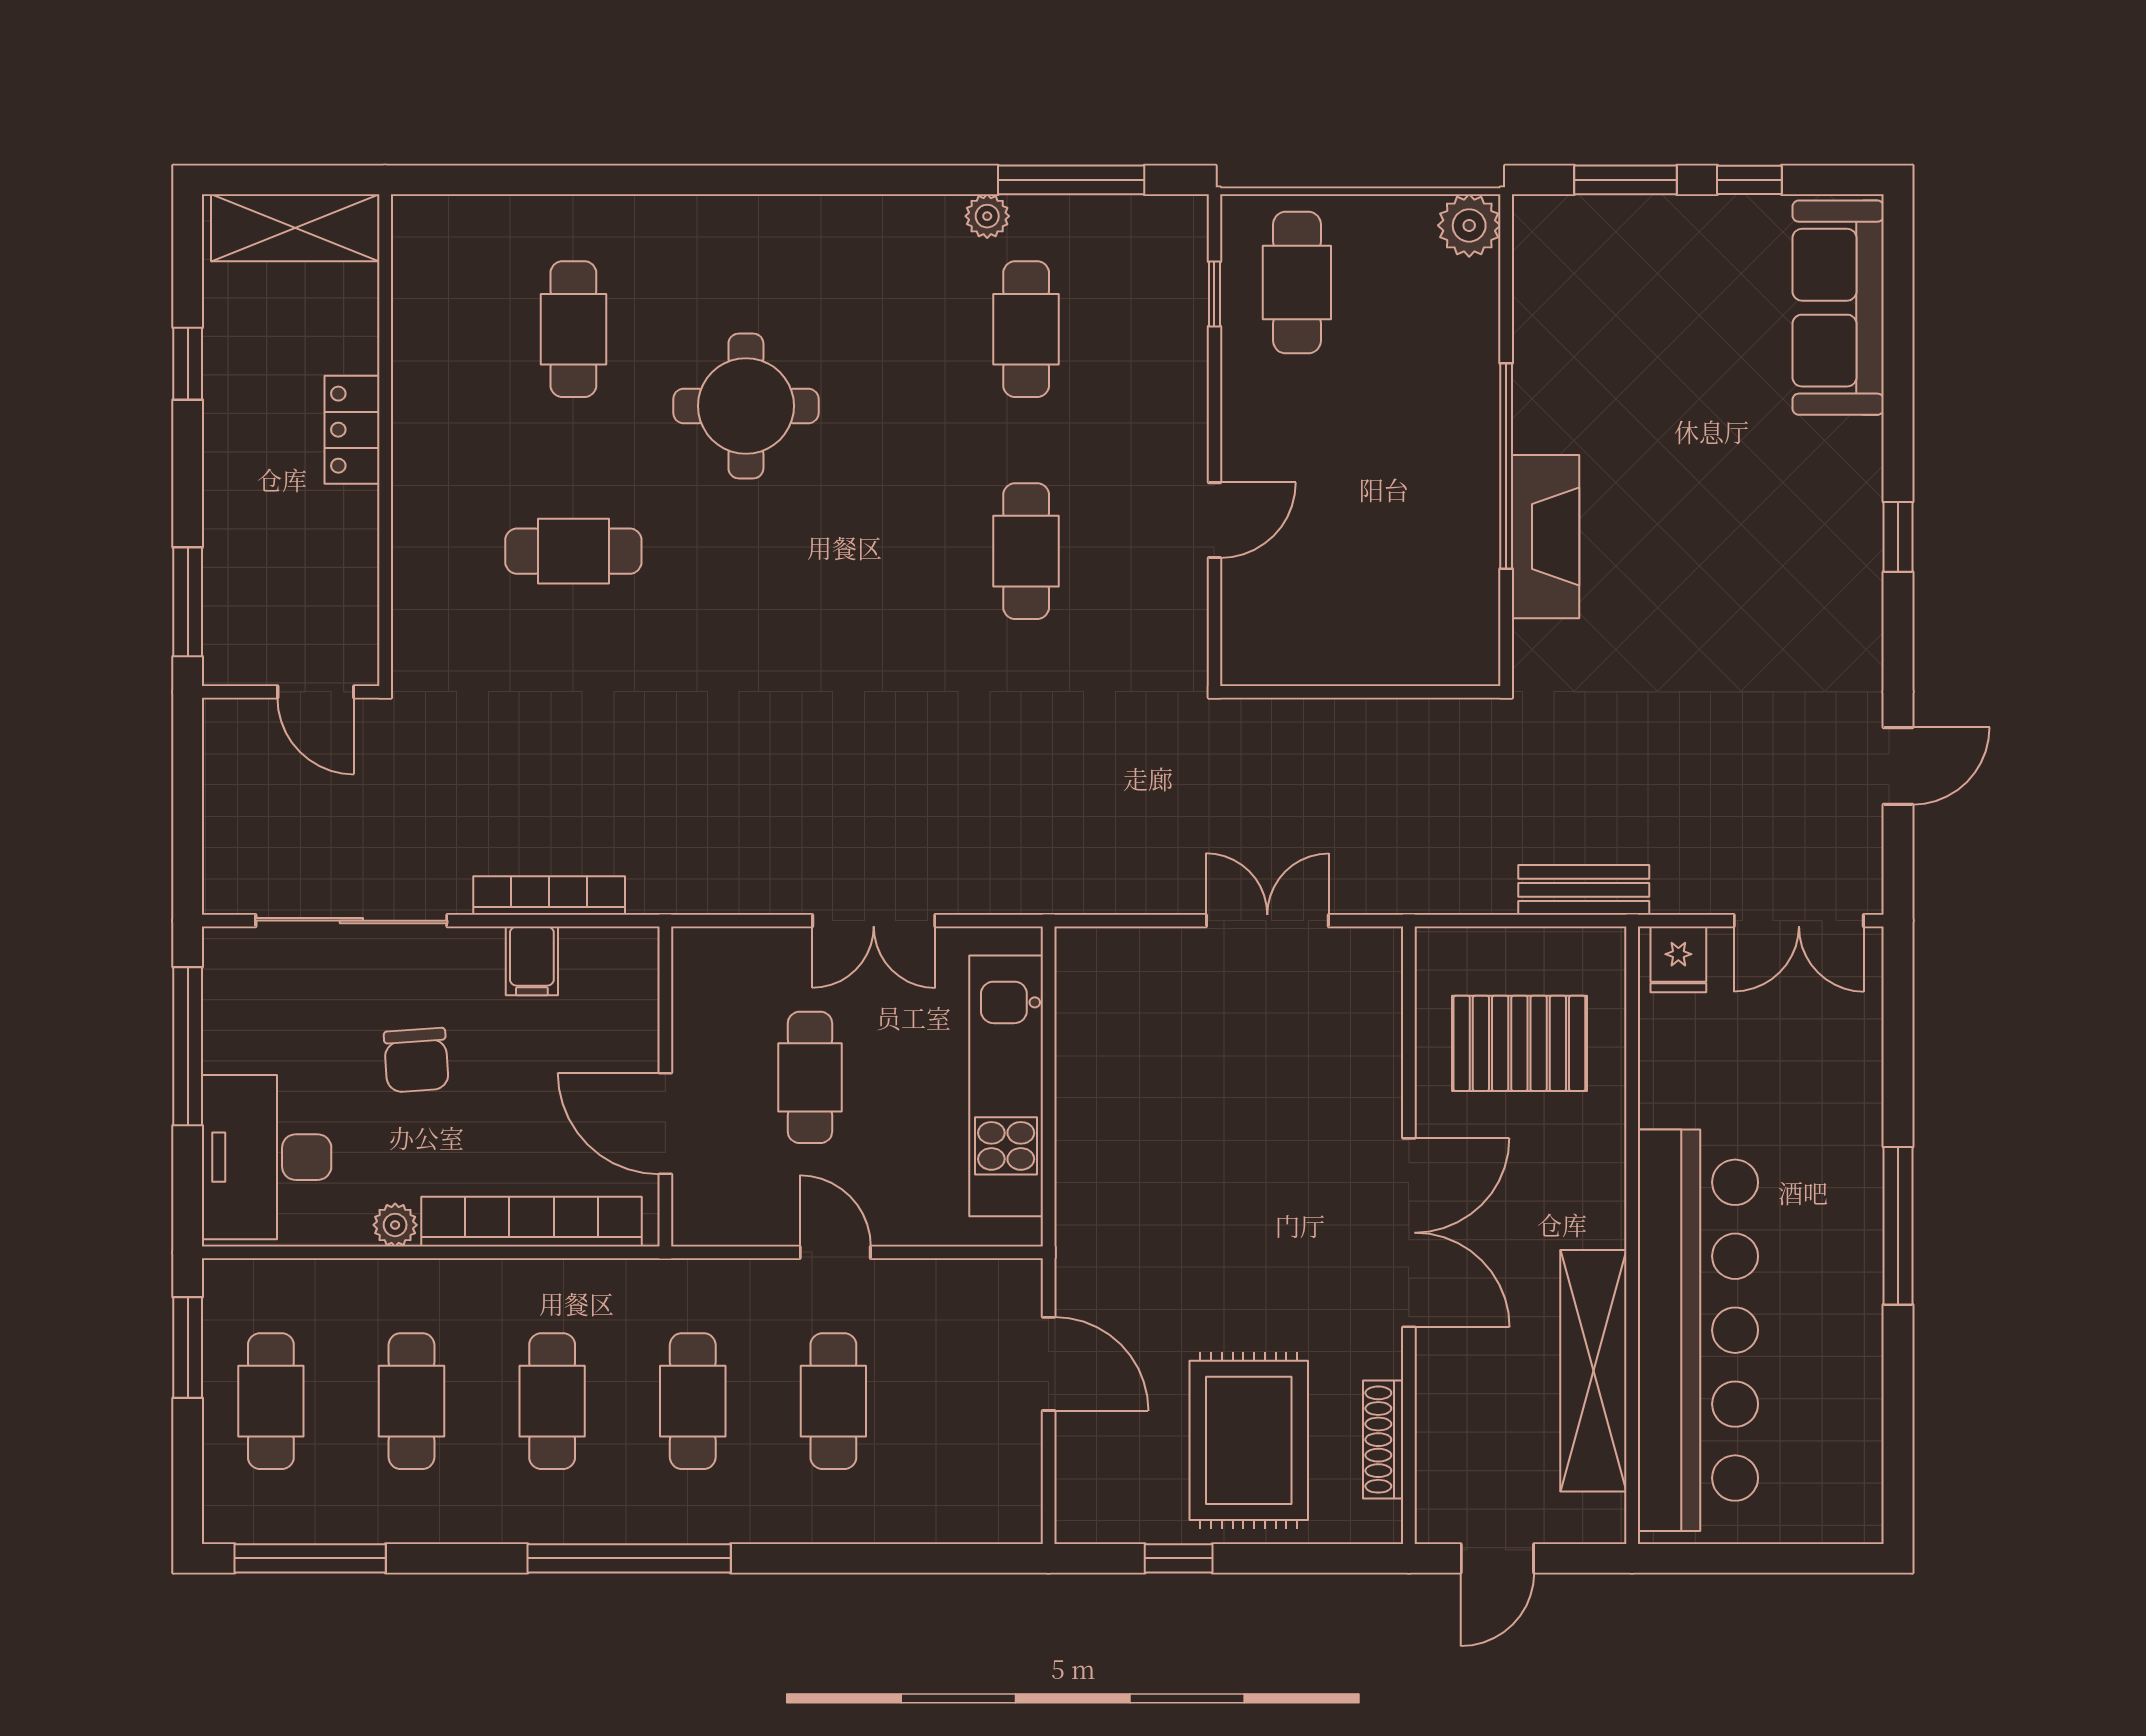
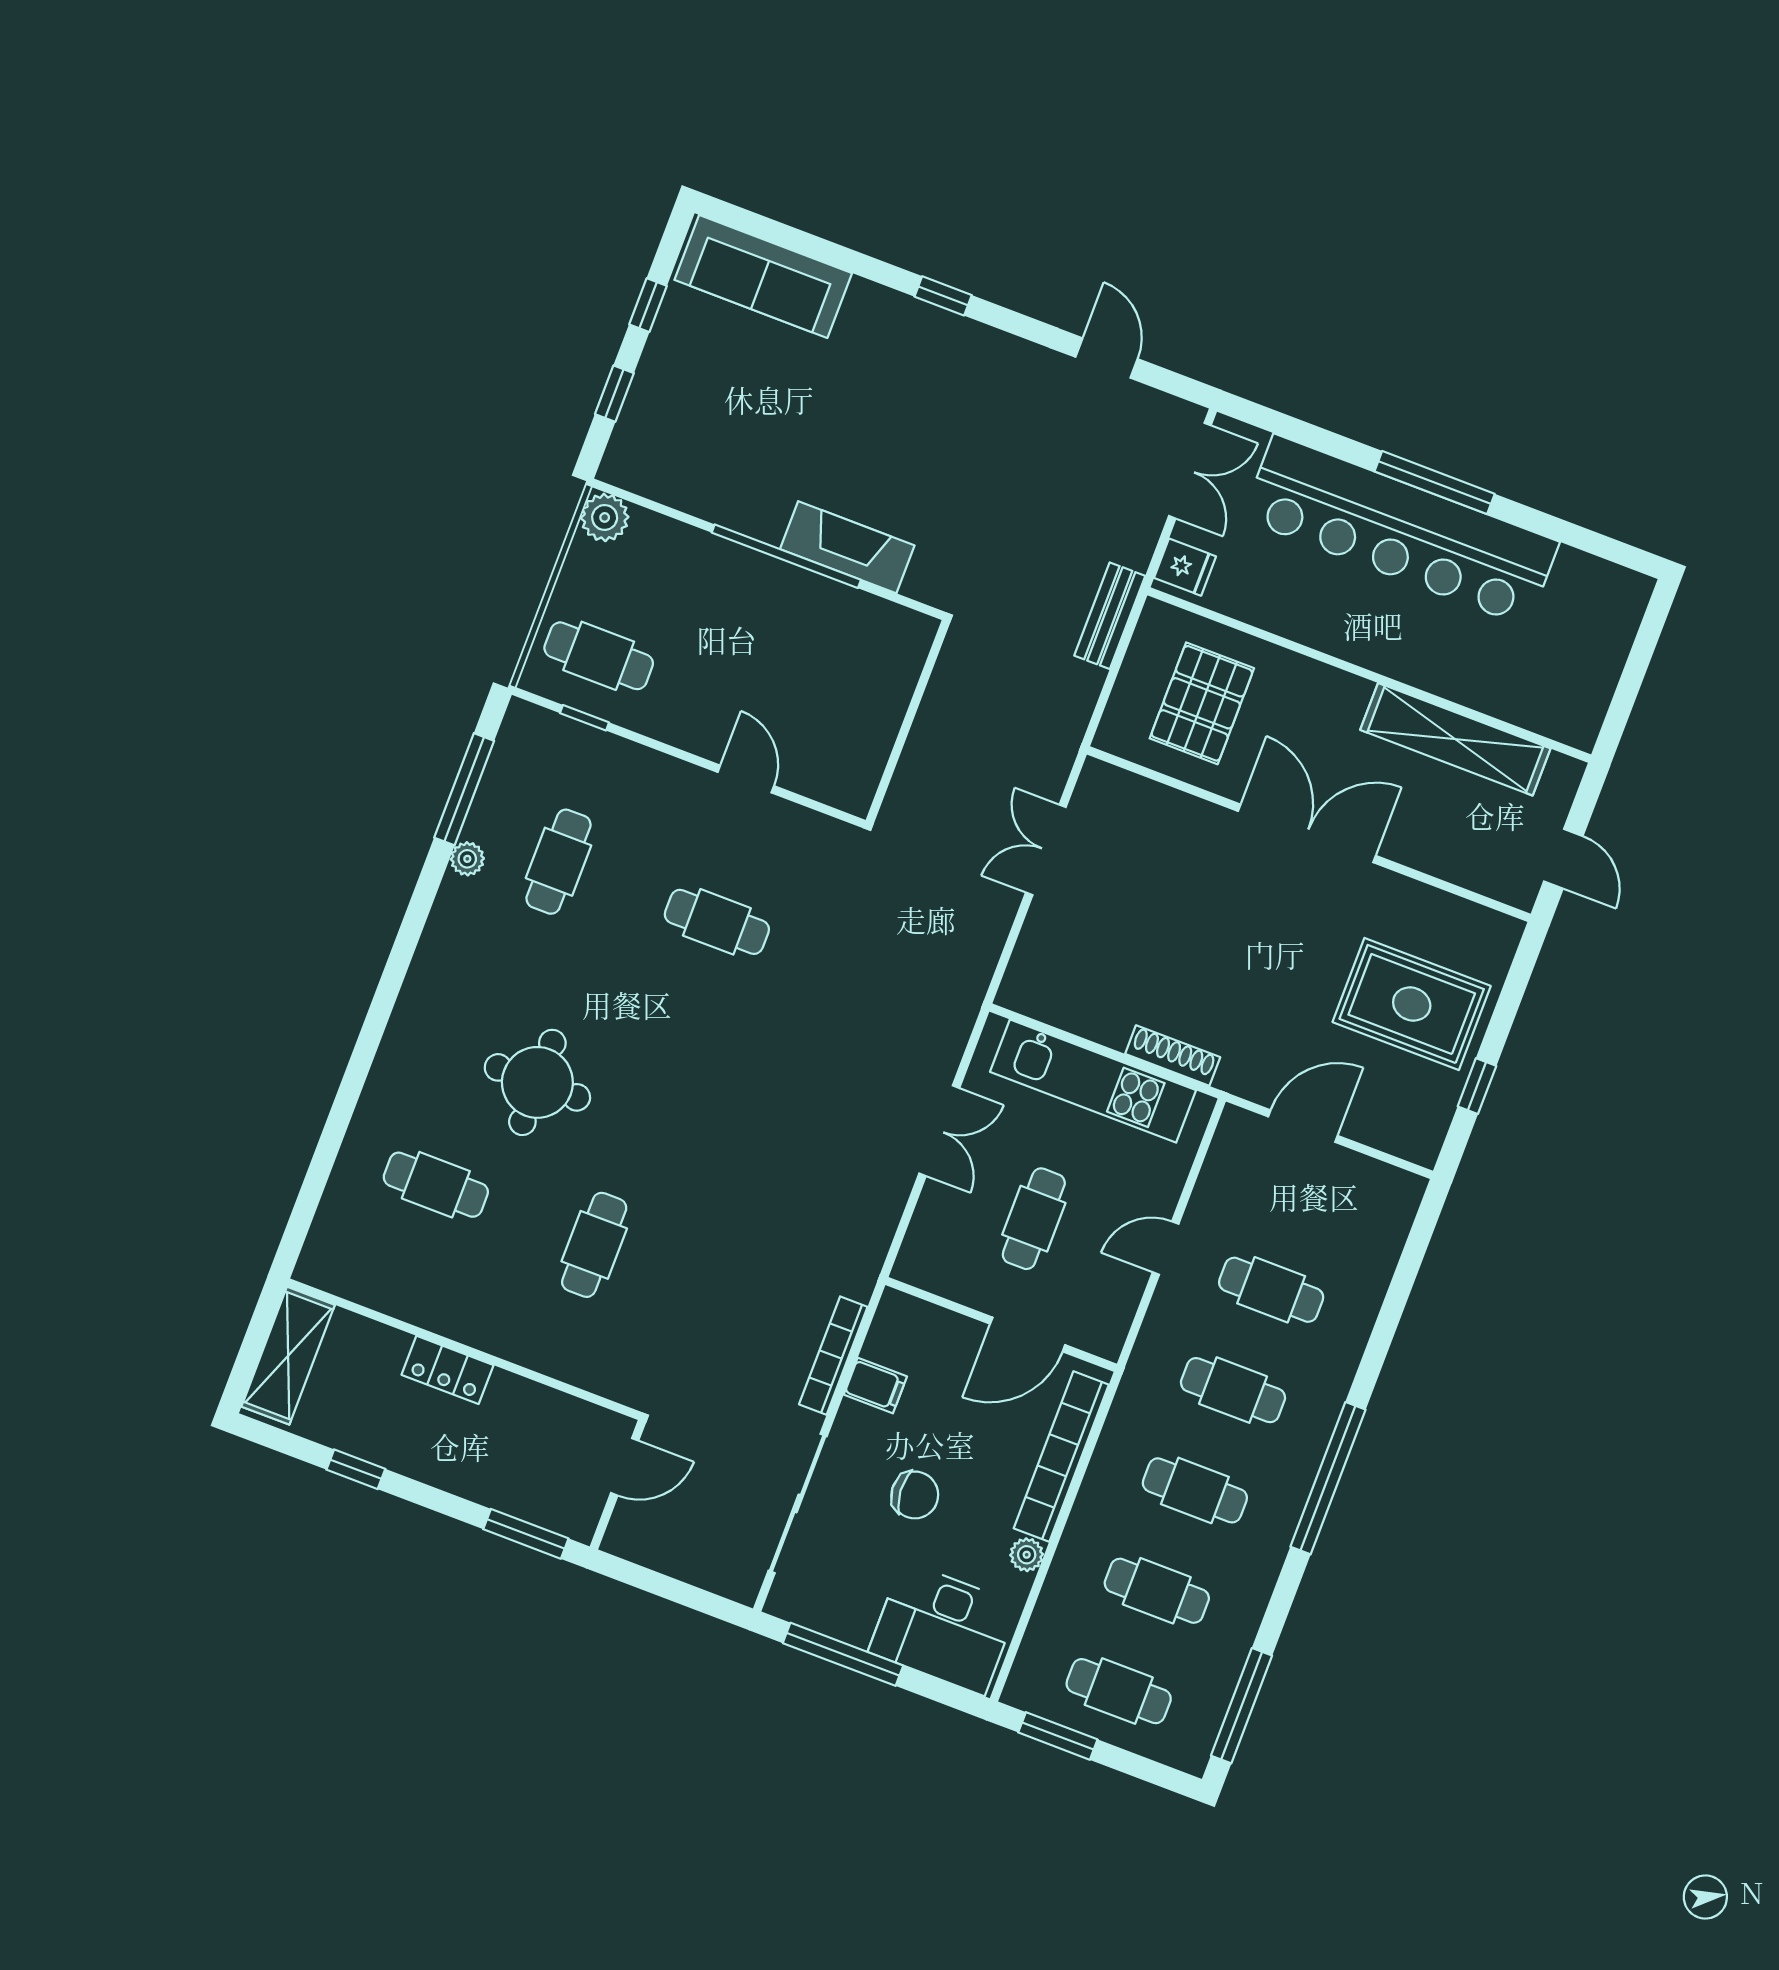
window: (1625, 180) -> (614, 394), width x0.67
cafe table: (1026, 329) -> (559, 862), turned 90
cafe table: (810, 1077) -> (1034, 1219), turned 90
bar counter: (1698, 1330) -> (1401, 530), moved, turned 180
shoe rack: (1383, 1440) -> (1173, 1056), moved, turned 180

